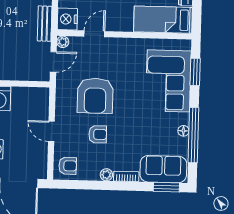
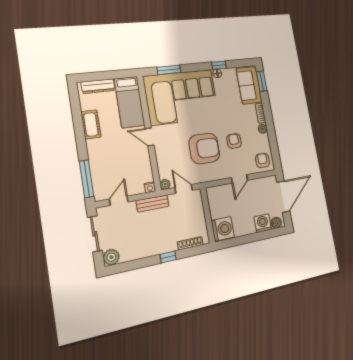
nightstand: (67, 19) -> (150, 187), width x0.53, depth x0.56
door: (94, 34) -> (150, 137), moved
corner sofa: (168, 81) -> (181, 97), width x1.36, depth x1.36
window: (193, 135) -> (219, 65), width x0.32

